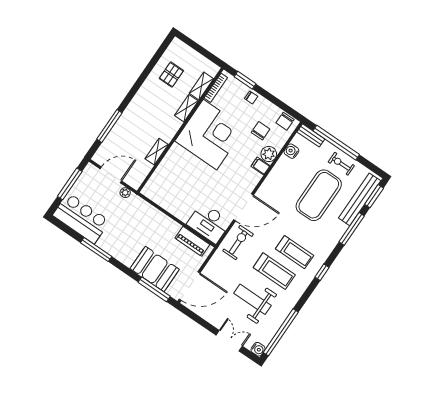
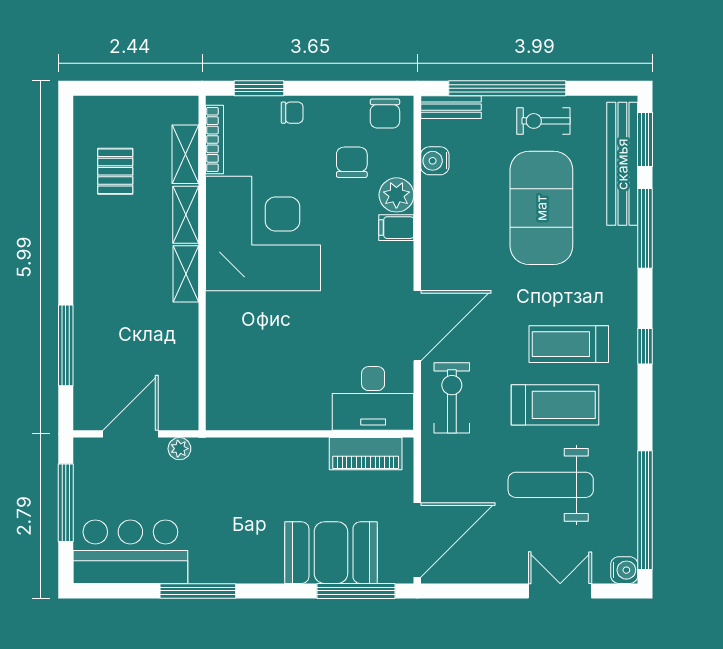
shelving: (157, 152) -> (186, 274), moved
treadmill: (295, 252) -> (569, 344), turned 180

